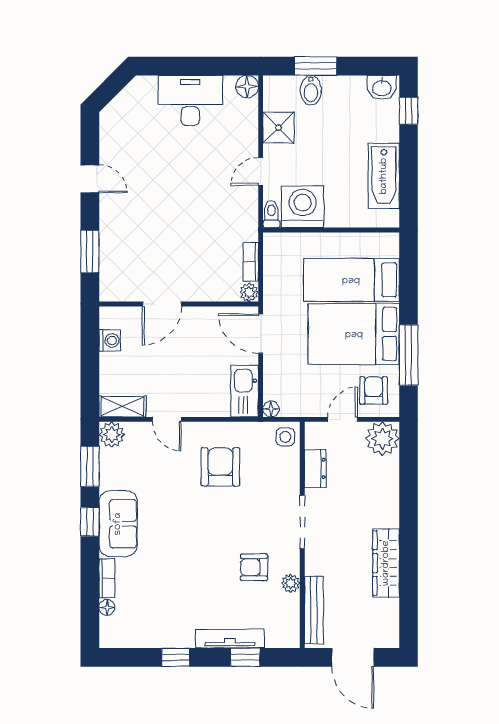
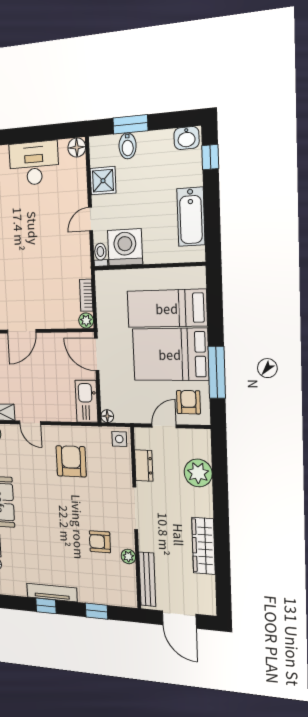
plant: (382, 439) -> (198, 473), moved
tv unit: (230, 639) -> (52, 593), moved

